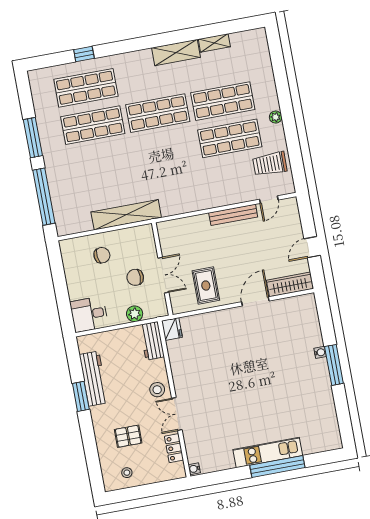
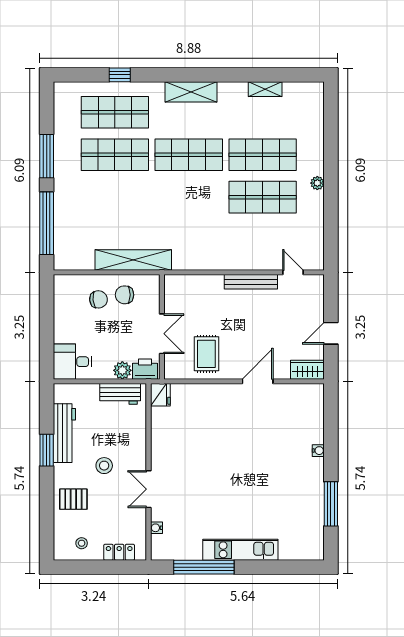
shelving: (176, 53) -> (191, 92), moved
trolley: (270, 164) -> (301, 233), removed
door: (269, 200) -> (293, 272), swing flipped
chair: (135, 277) -> (124, 295), moved
wardrobe: (290, 284) -> (307, 370), width x0.67
printer: (154, 309) -> (145, 369), added
workbench: (152, 341) -> (120, 394), moved, turned -90
window: (334, 365) -> (331, 504), moved
stool: (157, 390) -> (104, 466), moved
pallet: (128, 436) -> (73, 499), moved
locker: (174, 448) -> (119, 552), moved, turned 90
window: (277, 466) -> (204, 567), moved
water cooler: (194, 469) -> (156, 528), moved

